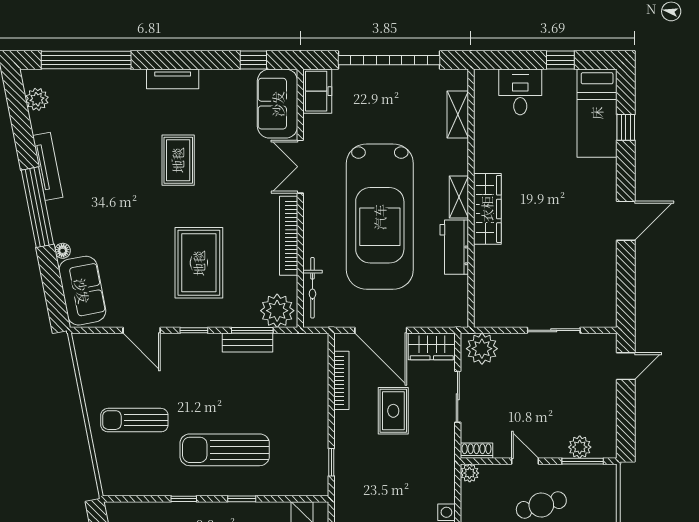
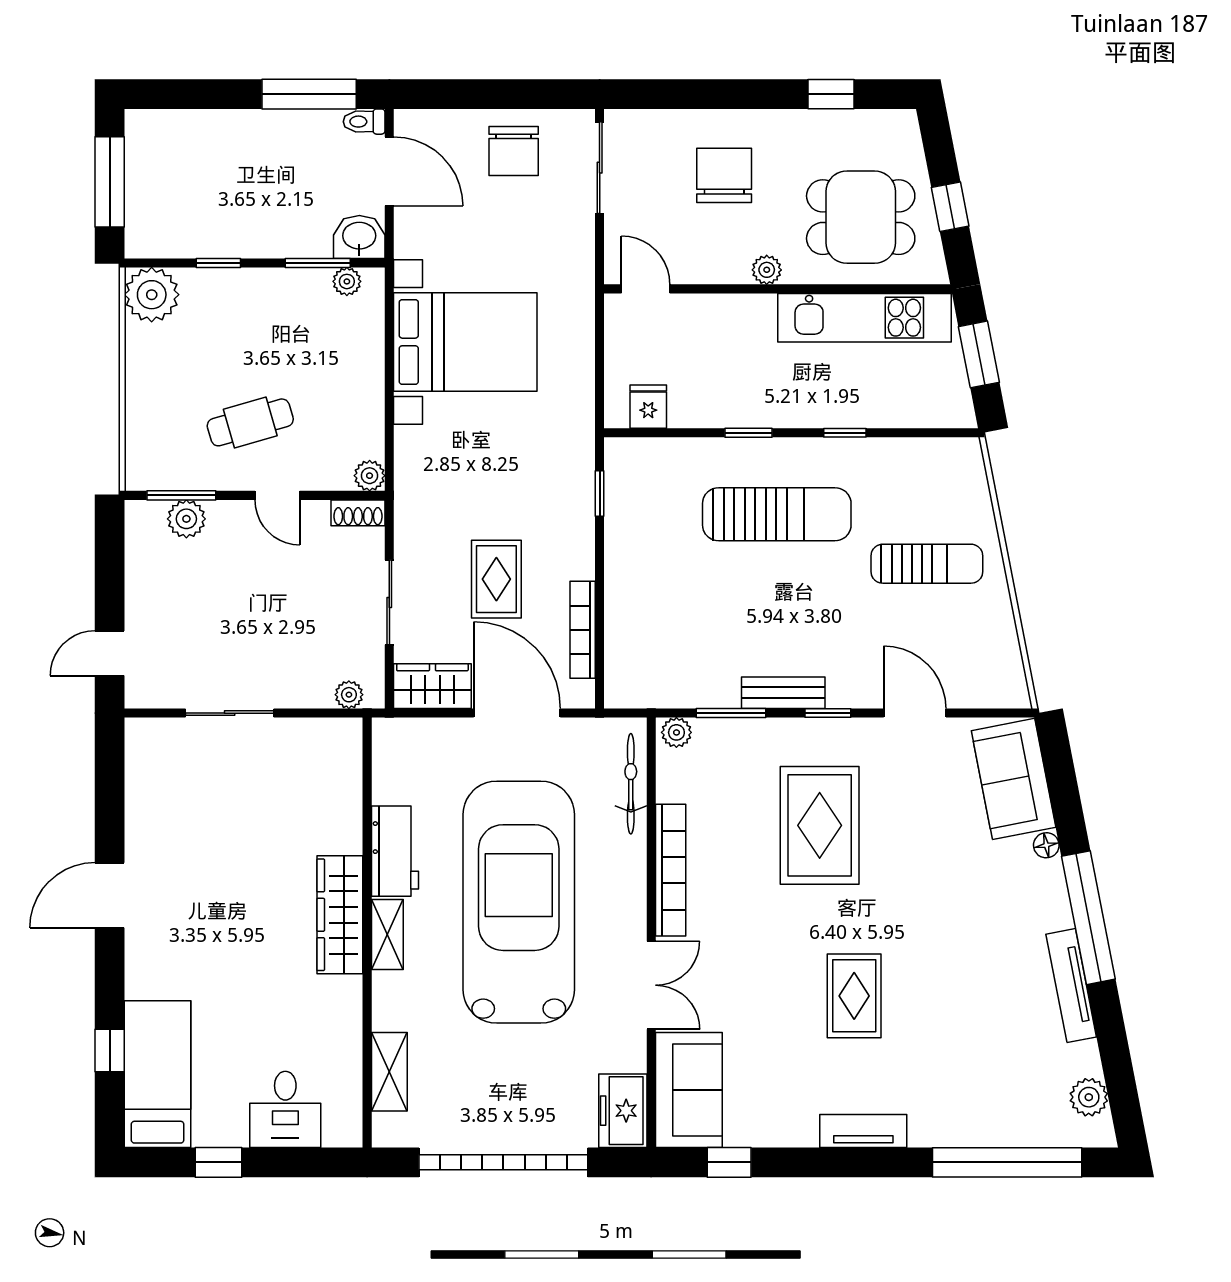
plant: (277, 311) -> (676, 732), width x0.53, depth x0.53
bench: (247, 342) -> (783, 693), moved
plant: (482, 349) -> (349, 695), width x0.53, depth x0.53

